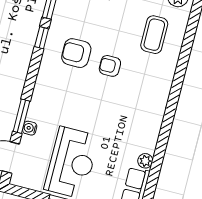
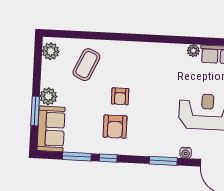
coffee table: (154, 35) -> (86, 65), turned -65
window: (21, 116) -> (163, 161), moved

